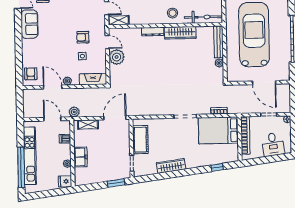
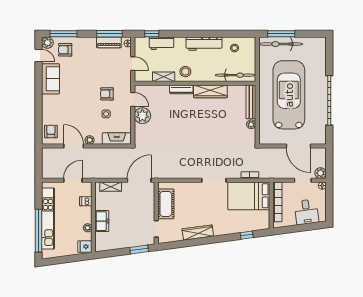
stool: (172, 13) -> (185, 72), moved
shelving: (119, 20) -> (164, 77), moved
plant: (74, 112) -> (320, 173), moved
door: (52, 119) -> (73, 180), hinge flipped

